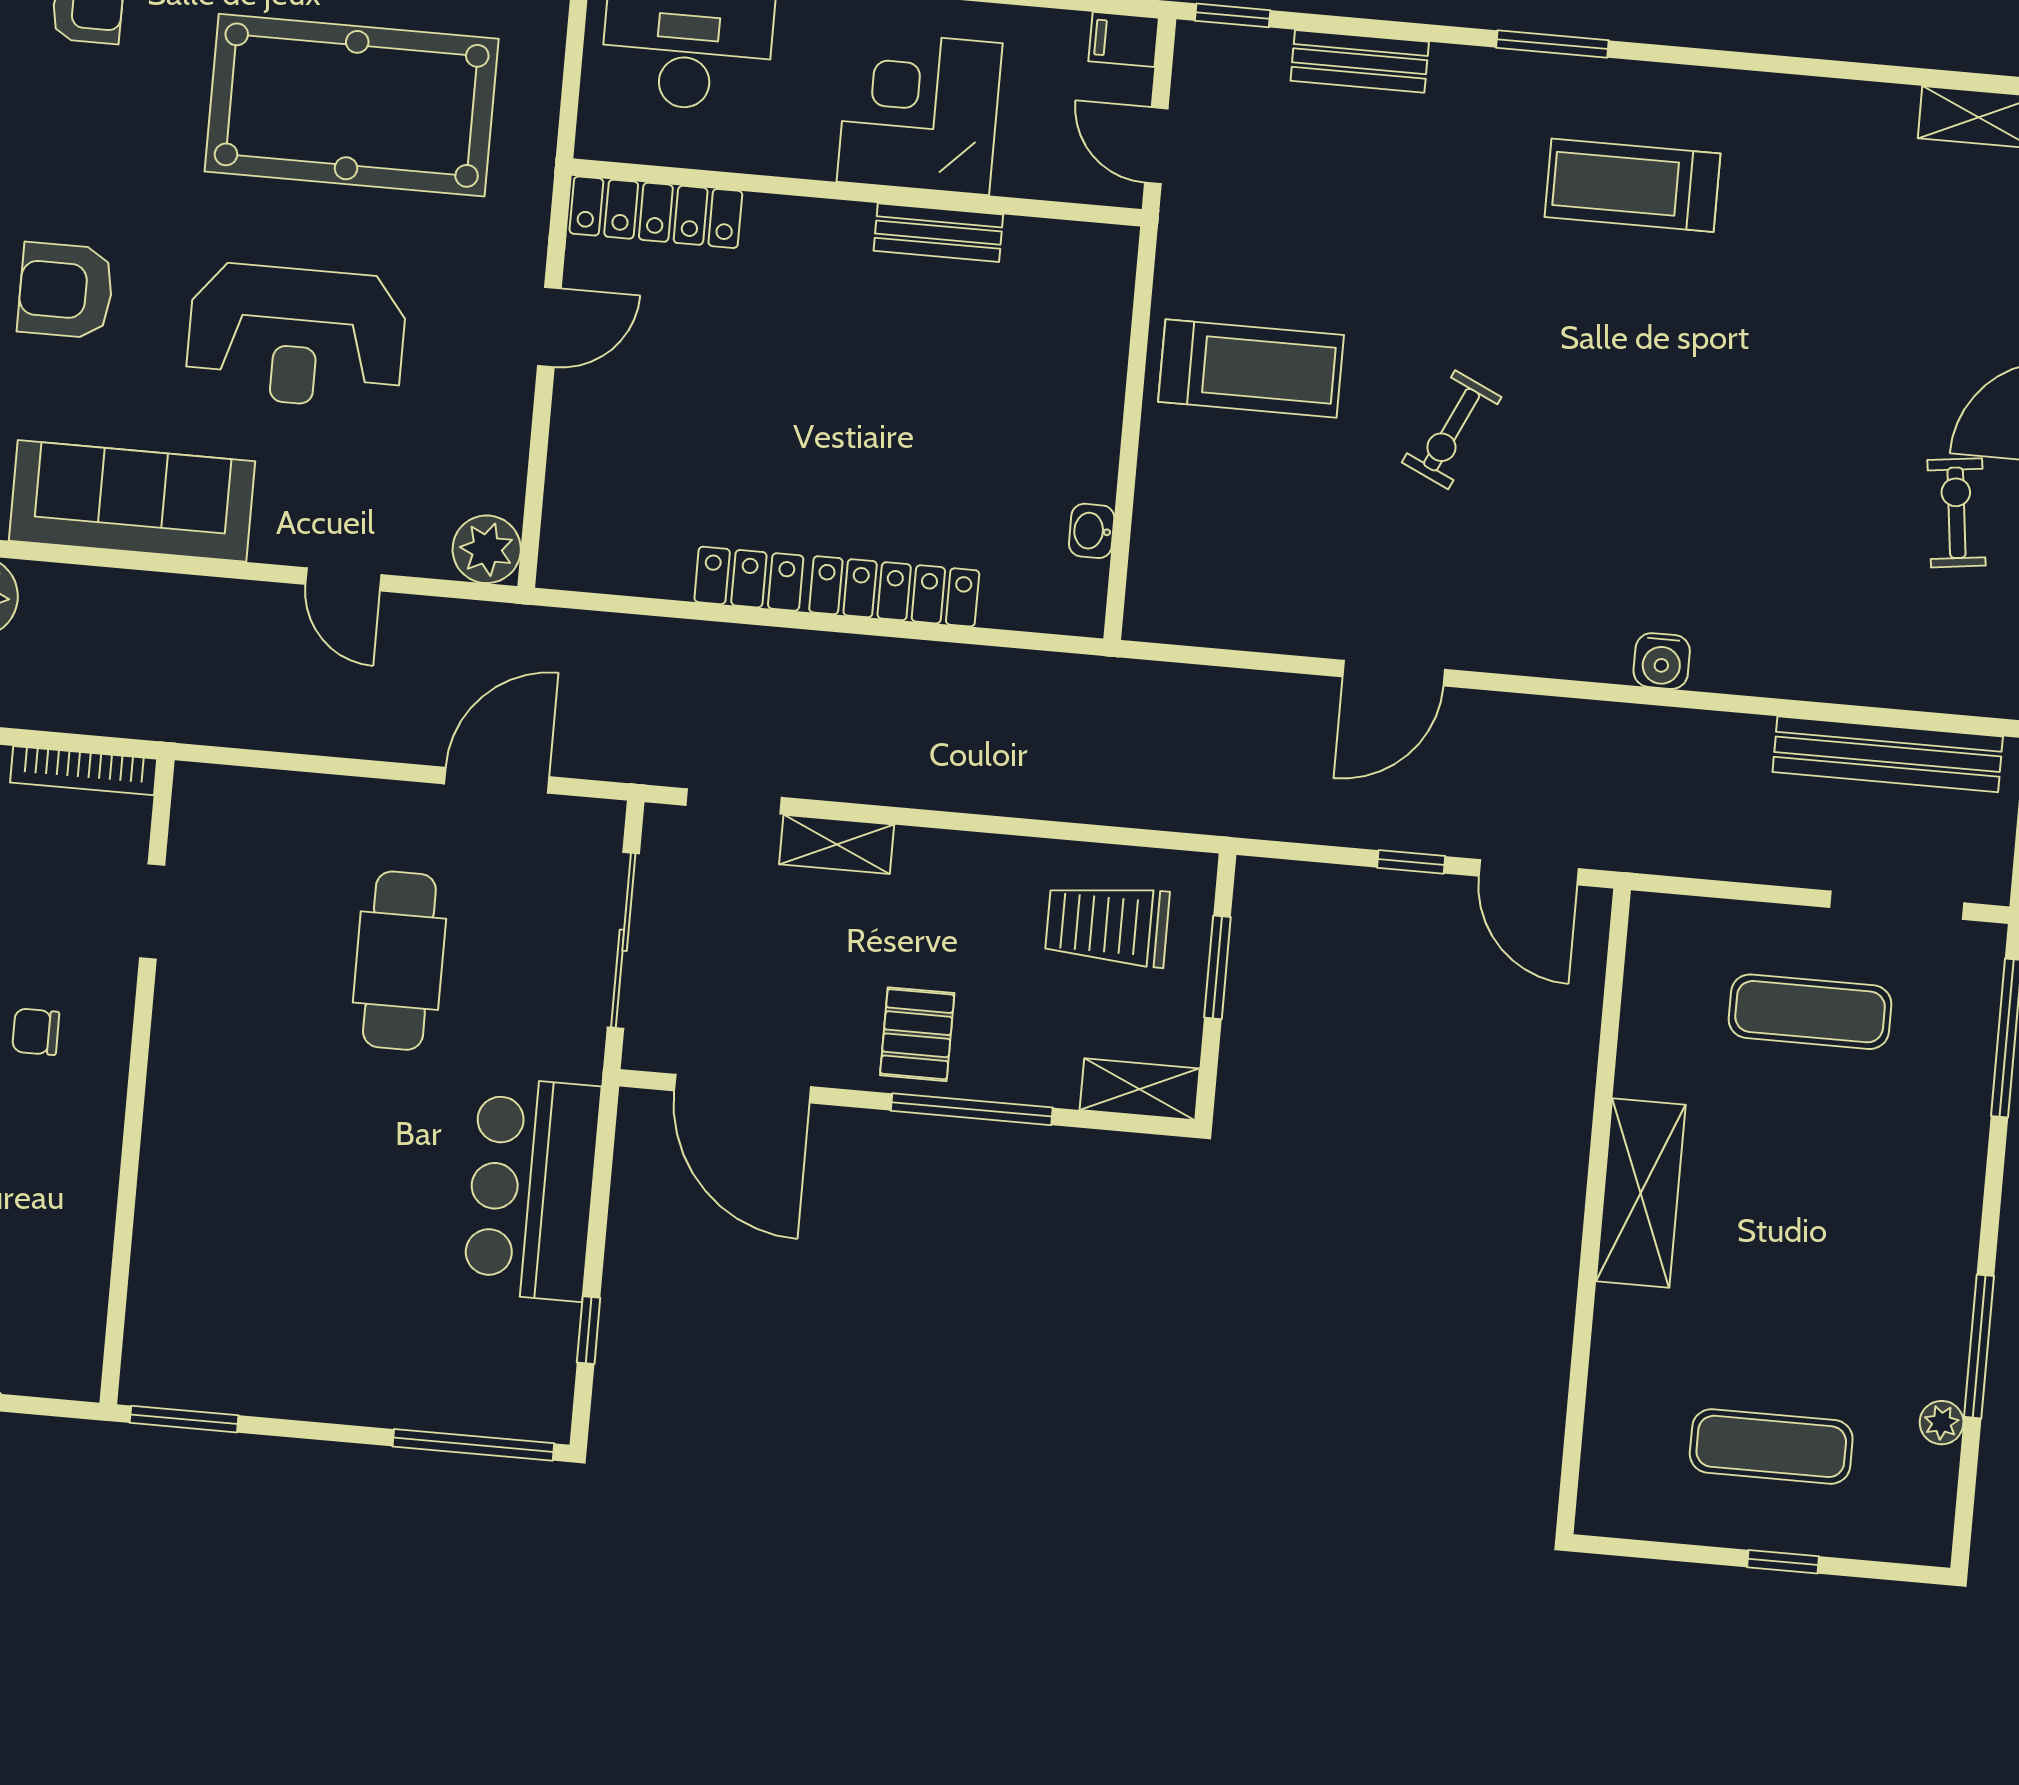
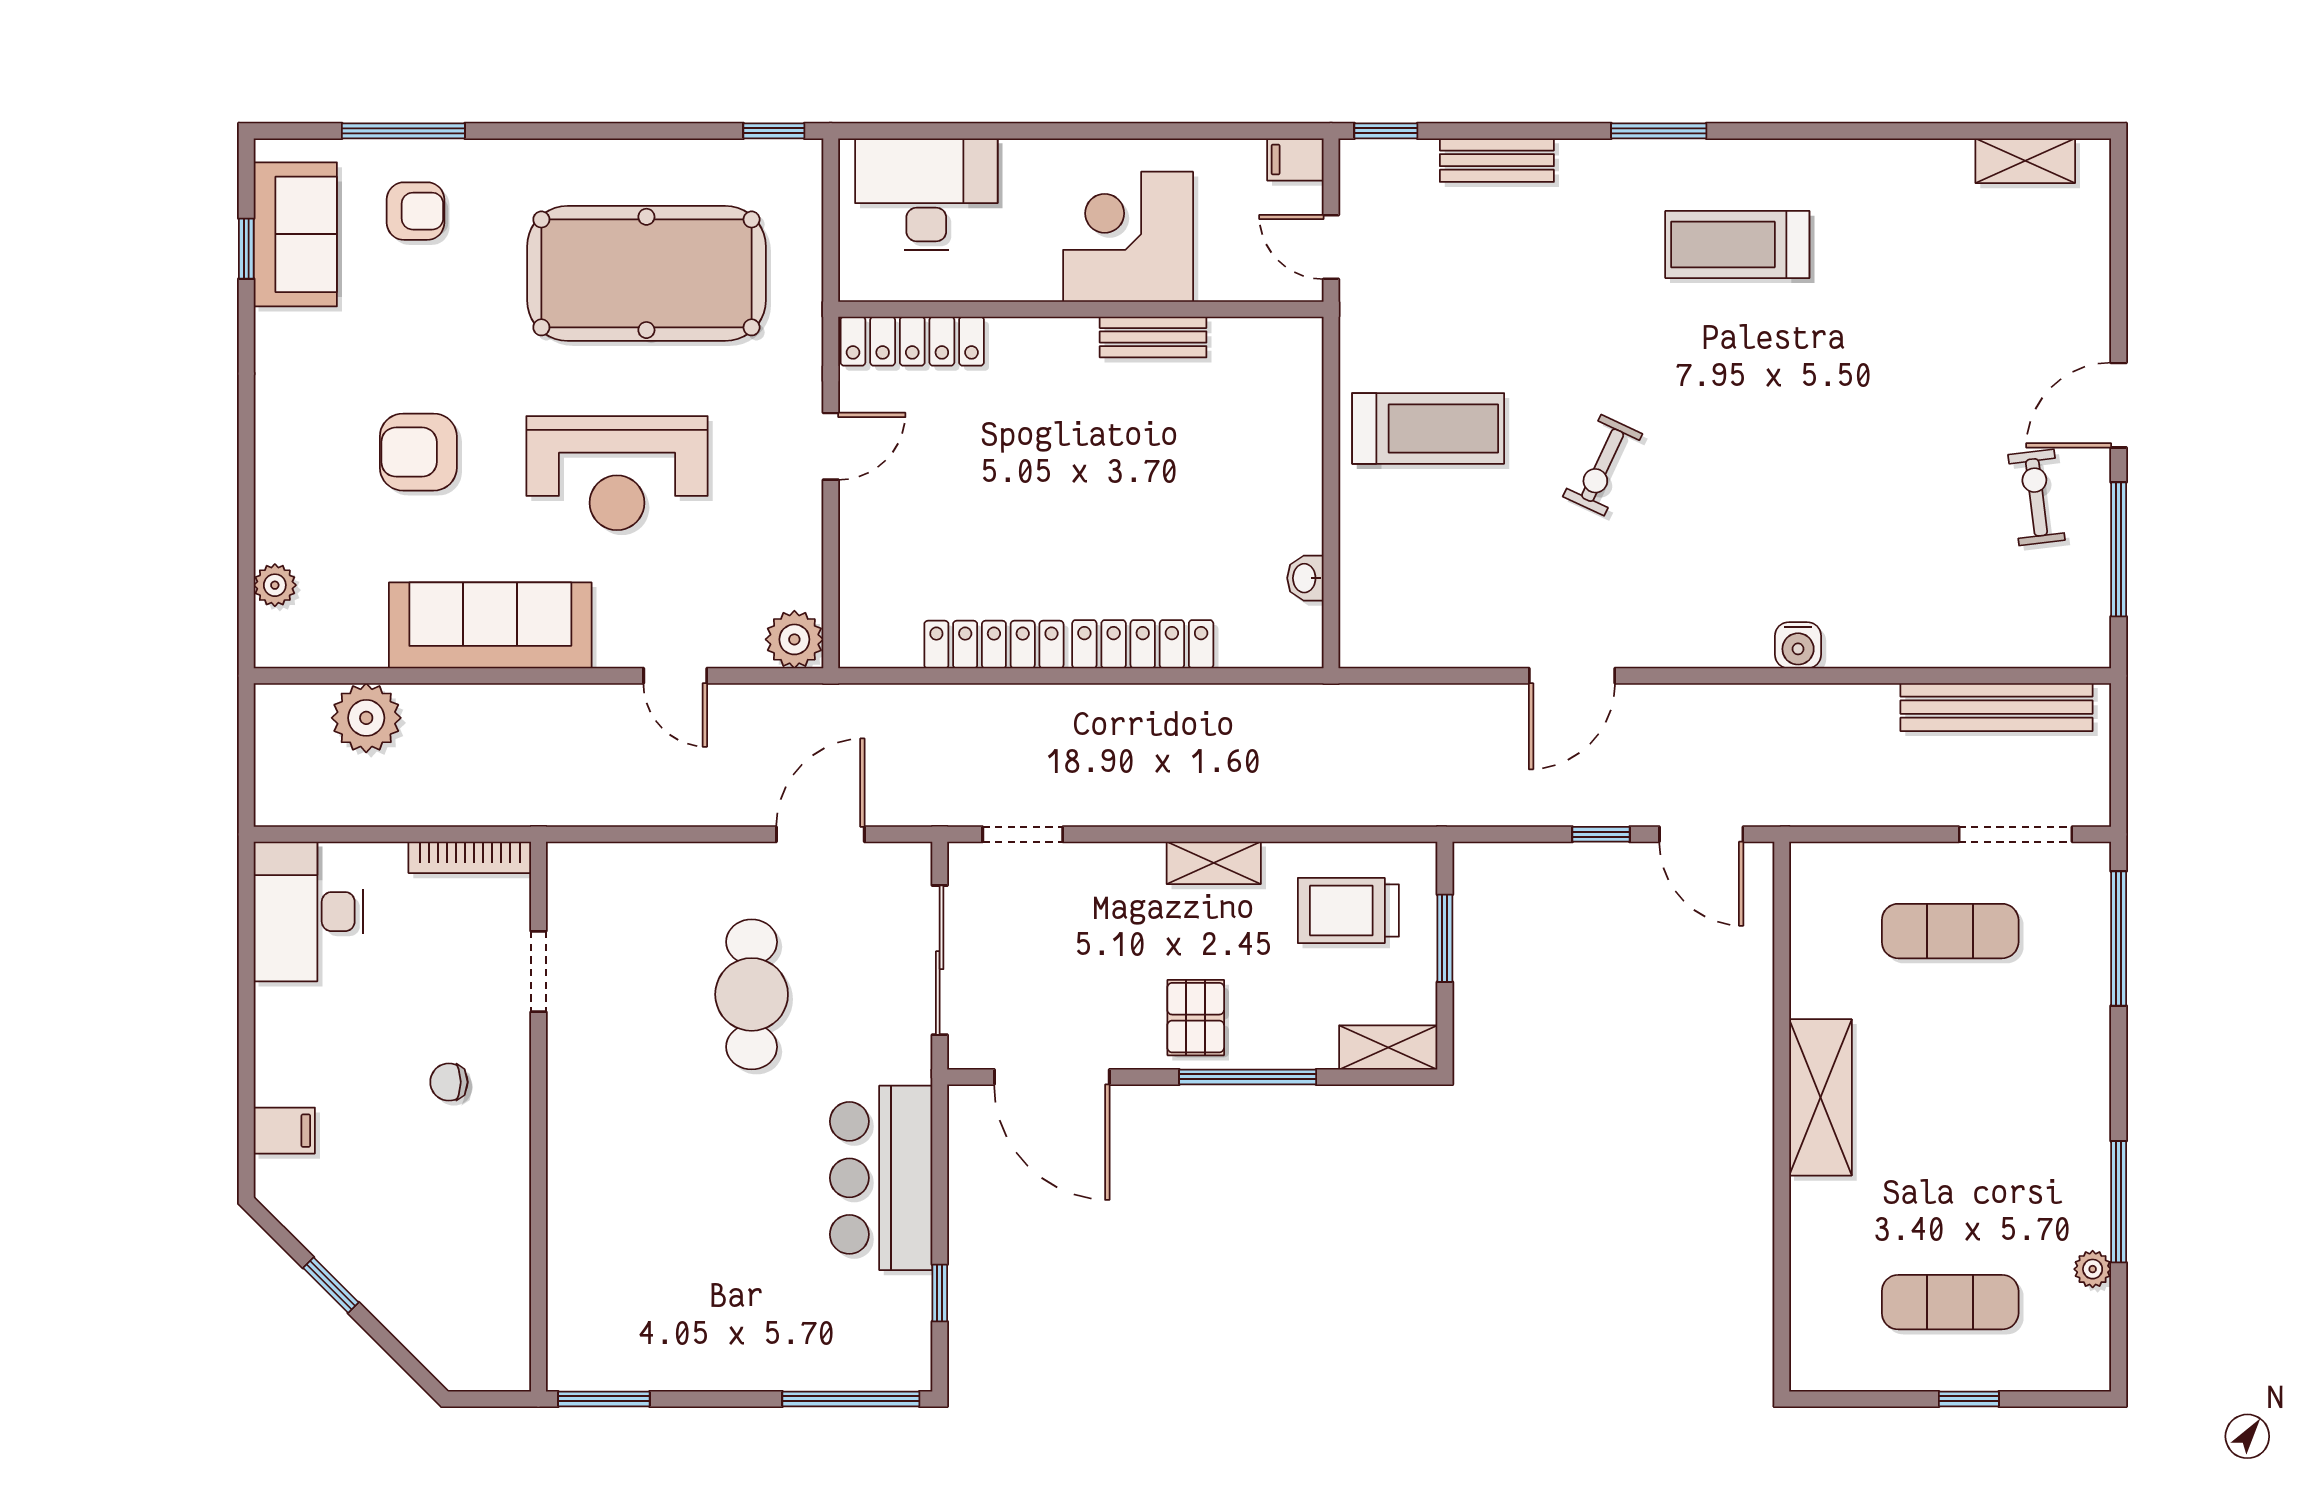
locker: (749, 579) -> (994, 645), width x1.53
shelving: (837, 844) -> (1214, 863), moved

